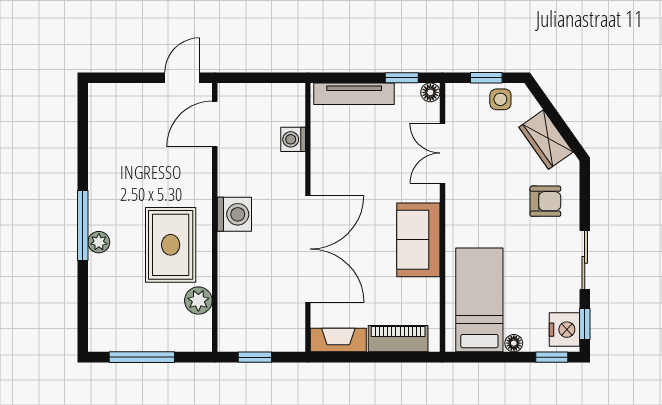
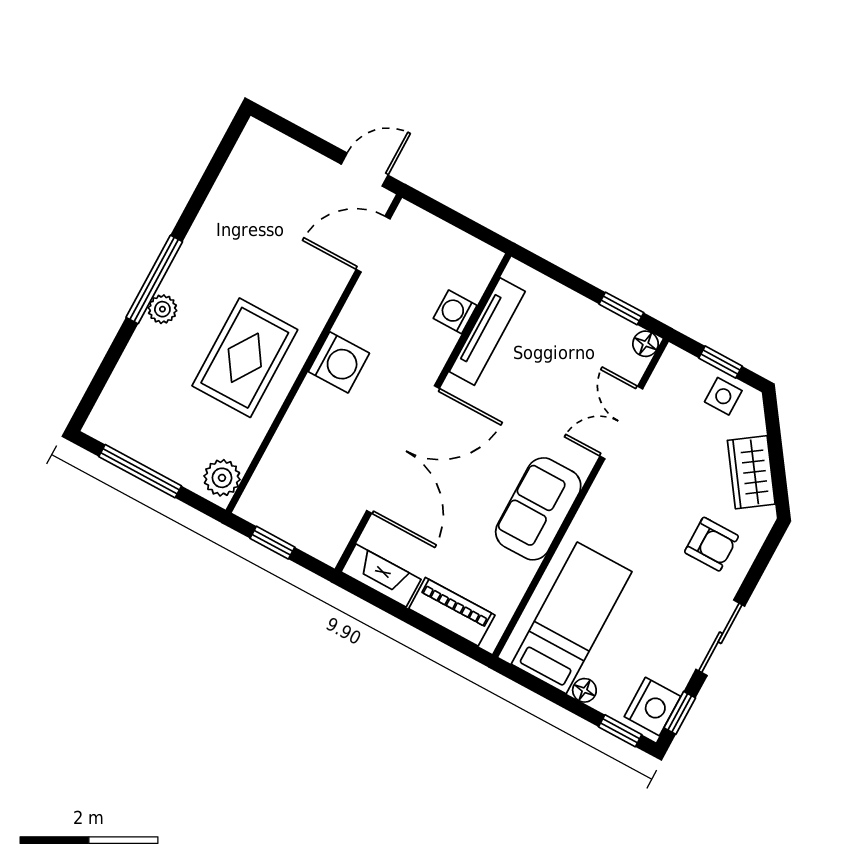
tv unit: (354, 94) -> (487, 332), moved, turned -90
plant: (198, 301) -> (222, 478), moved

